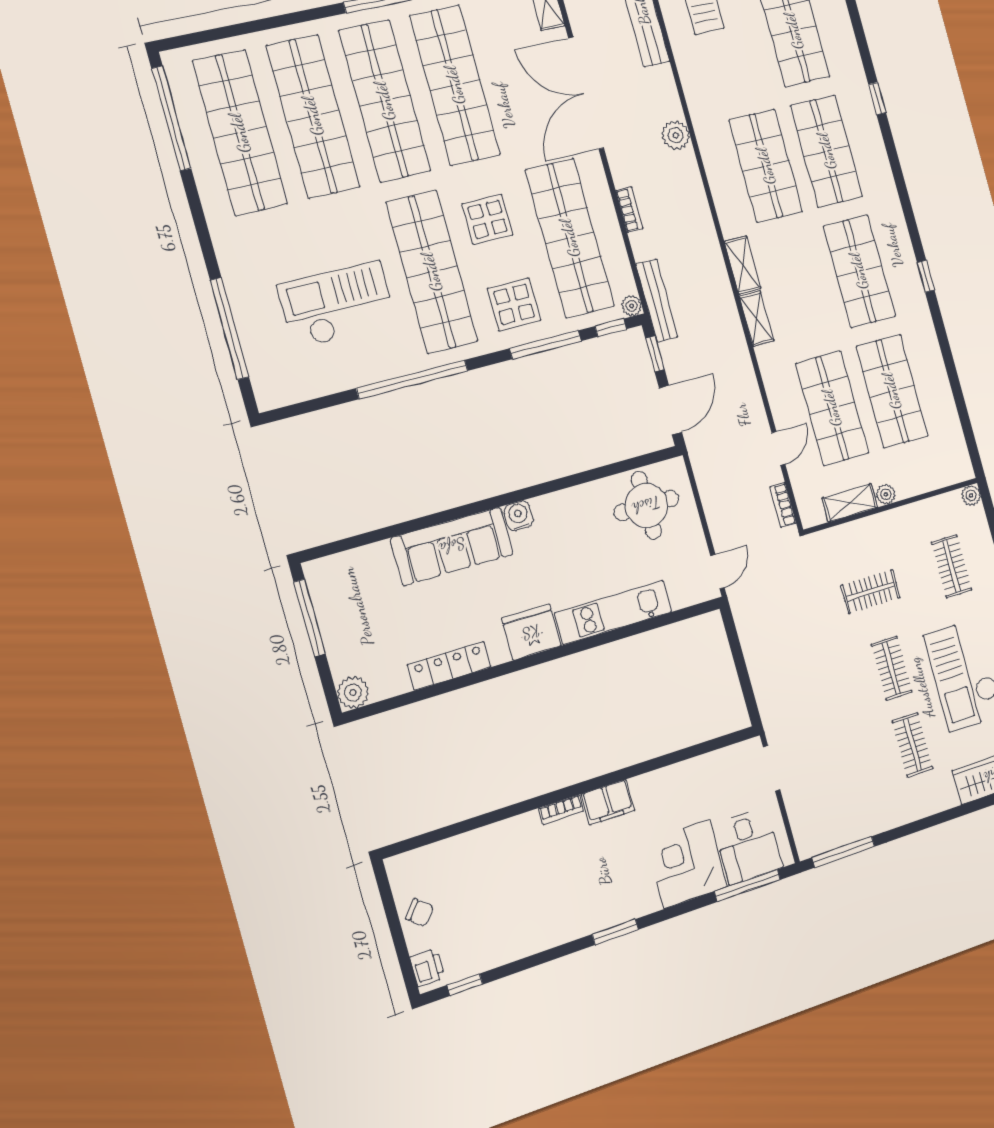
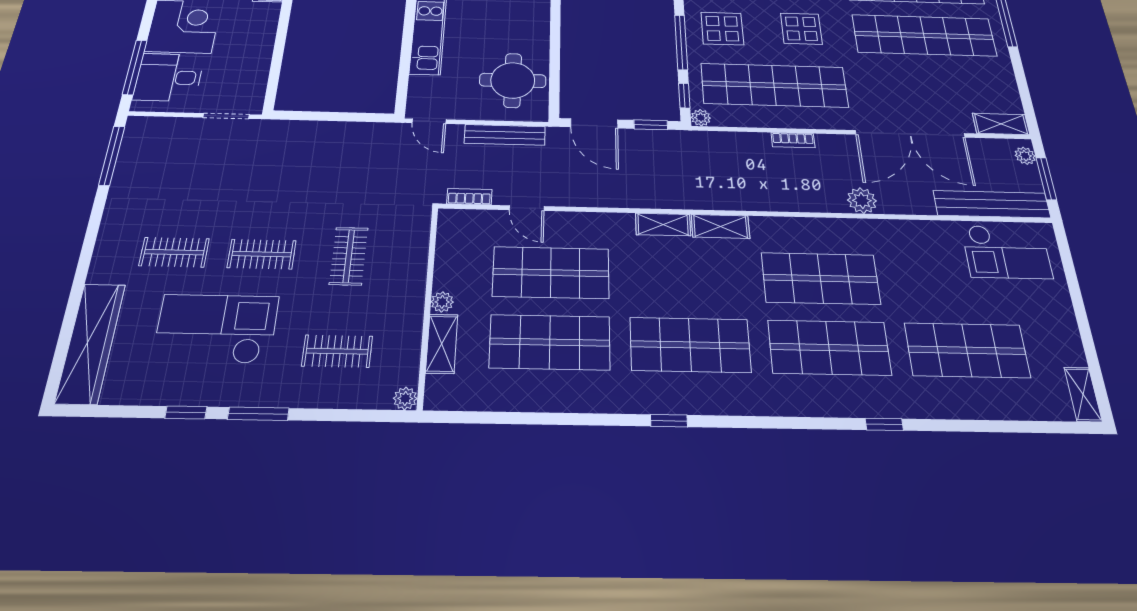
double door: (586, 93) -> (910, 134), swing flipped
bench: (657, 300) -> (505, 135), moved
shelving: (850, 503) -> (442, 344), moved

